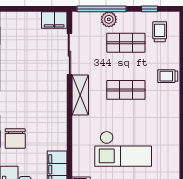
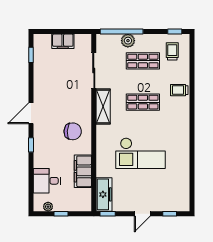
window: (149, 9) -> (175, 31), moved
filing cabinet: (54, 20) -> (63, 41), moved
chair: (15, 139) -> (73, 131), moved, turned -87

